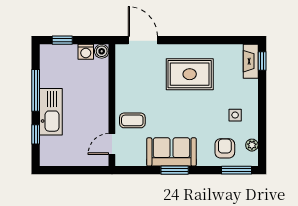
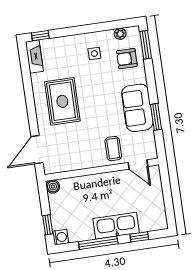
washing machine: (86, 52) -> (61, 237), moved
fireplace: (251, 61) -> (34, 57), moved, turned -90
window: (175, 170) -> (156, 117), moved

